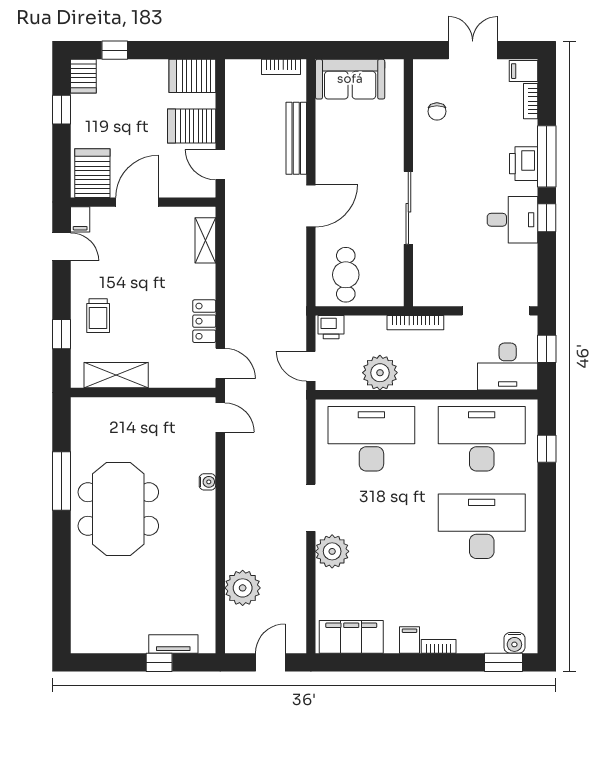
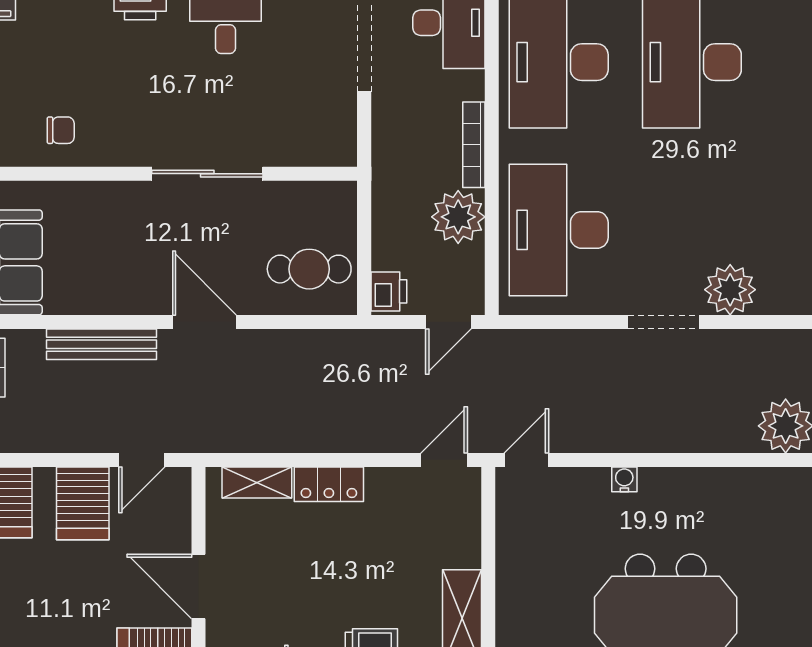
locker: (204, 321) -> (329, 484), moved
bookcase: (415, 323) -> (474, 145), moved, turned 180

